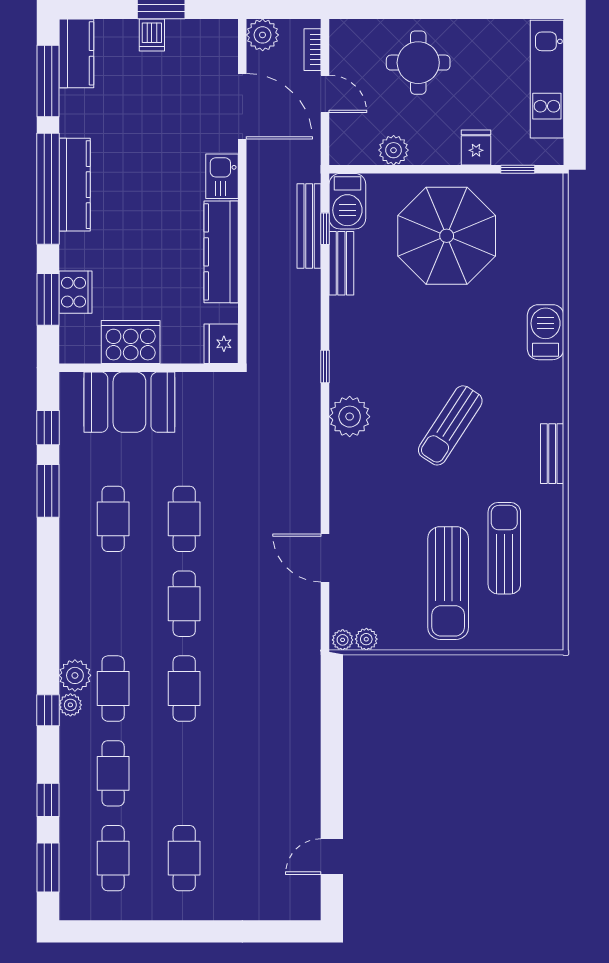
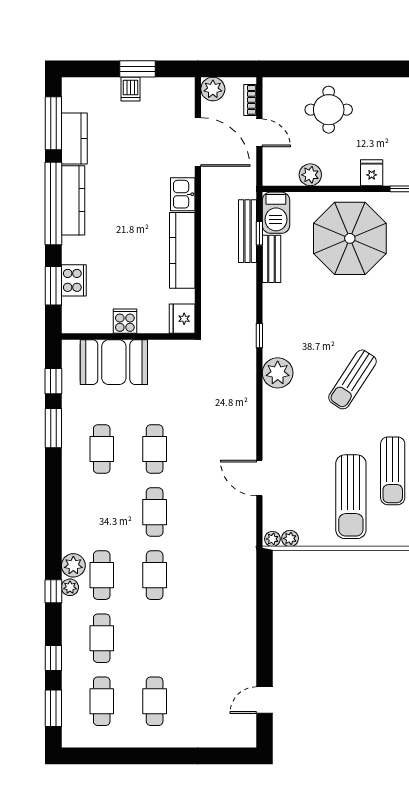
kitchen counter: (76, 53) -> (74, 138), moved
cooker: (131, 342) -> (125, 321), width x0.53, depth x0.76
sun lounger: (504, 548) -> (393, 471), turned 180

